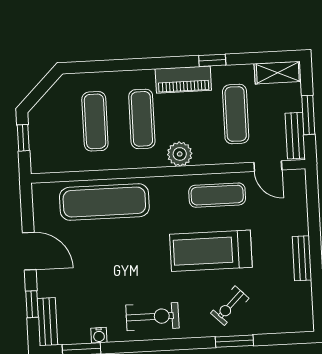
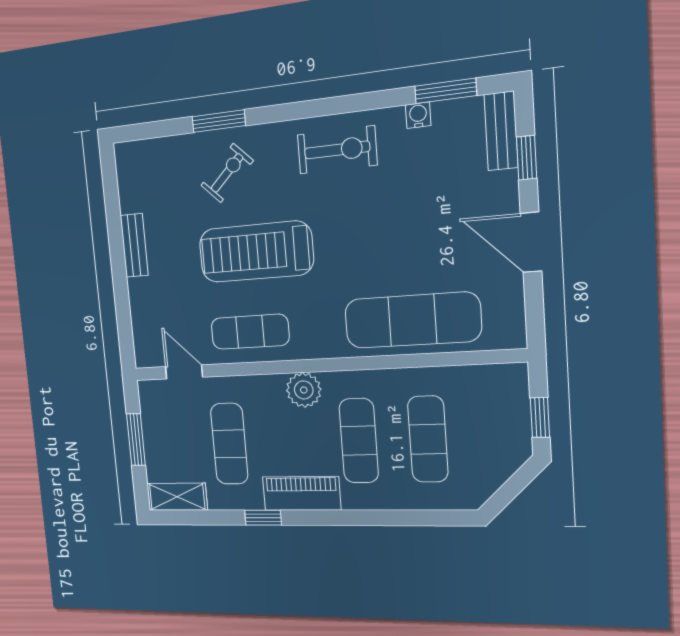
bench: (295, 136) -> (151, 413), removed
treadmill: (211, 251) -> (256, 252), turned 180
exercise bike: (152, 317) -> (337, 150), turned 180

